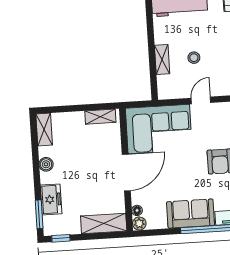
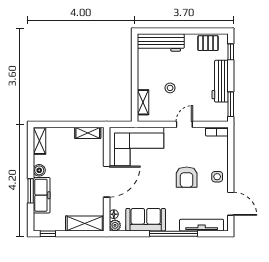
shelving: (162, 59) -> (143, 102), moved
door: (201, 100) -> (184, 124), moved
freezer: (51, 199) -> (42, 195), width x1.40
window: (39, 214) -> (31, 191), moved
sofa: (191, 214) -> (146, 220), moved

